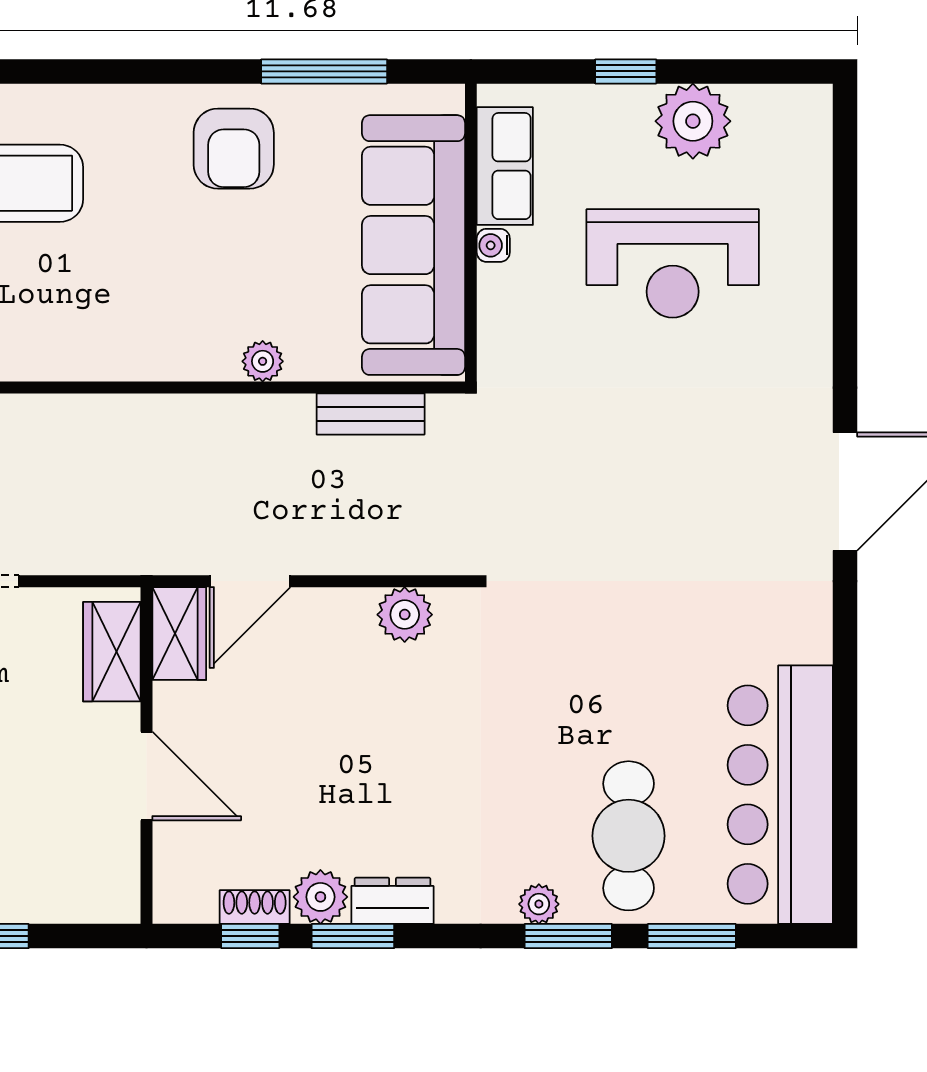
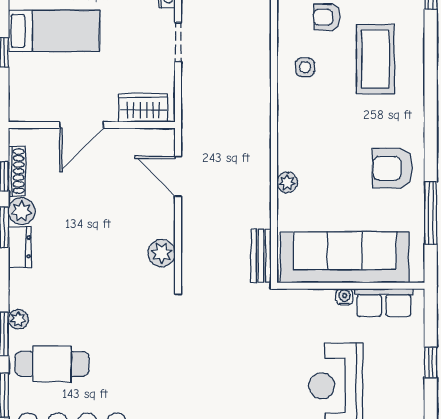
plant: (693, 121) -> (406, 396), removed
side table: (30, 325) -> (305, 67), added
bench: (371, 414) -> (261, 256), moved
wardrobe: (179, 633) -> (152, 141), removed
shoe rack: (255, 907) -> (17, 171), width x1.43

